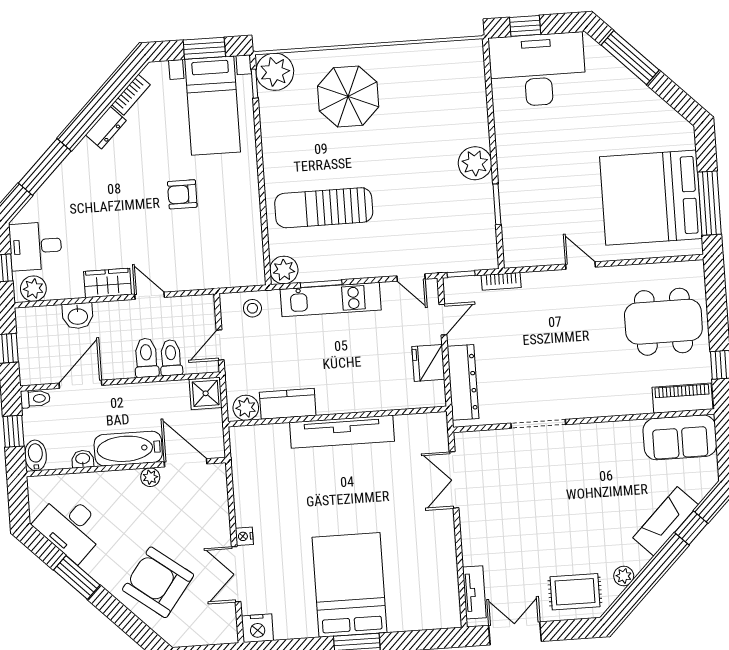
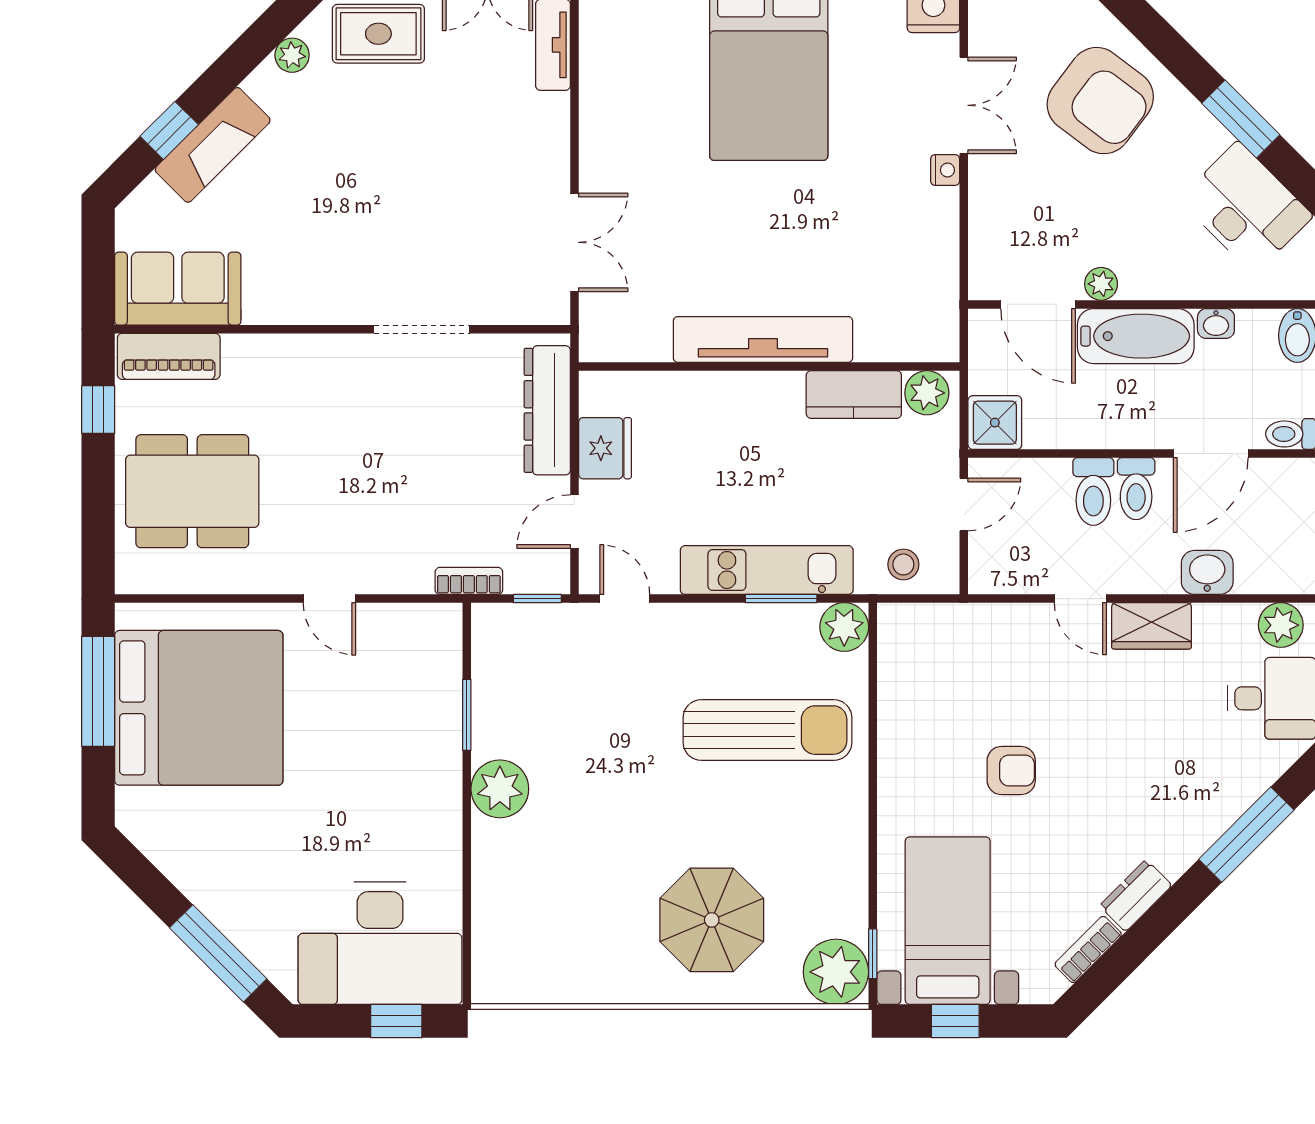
window: (204, 48) -> (955, 1021), width x0.67
toilet: (171, 358) -> (1136, 489), moved

